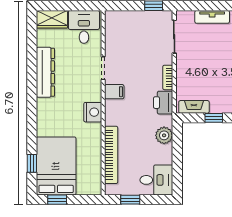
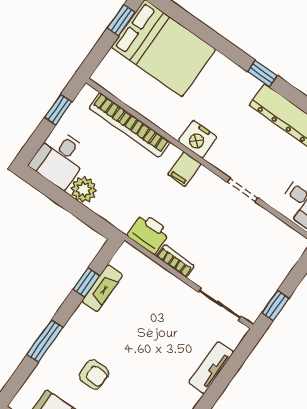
filing cabinet: (114, 92) -> (184, 169), moved
fireplace: (194, 107) -> (102, 288), moved
plant: (164, 135) -> (84, 190), moved
window: (32, 163) -> (262, 73), moved

